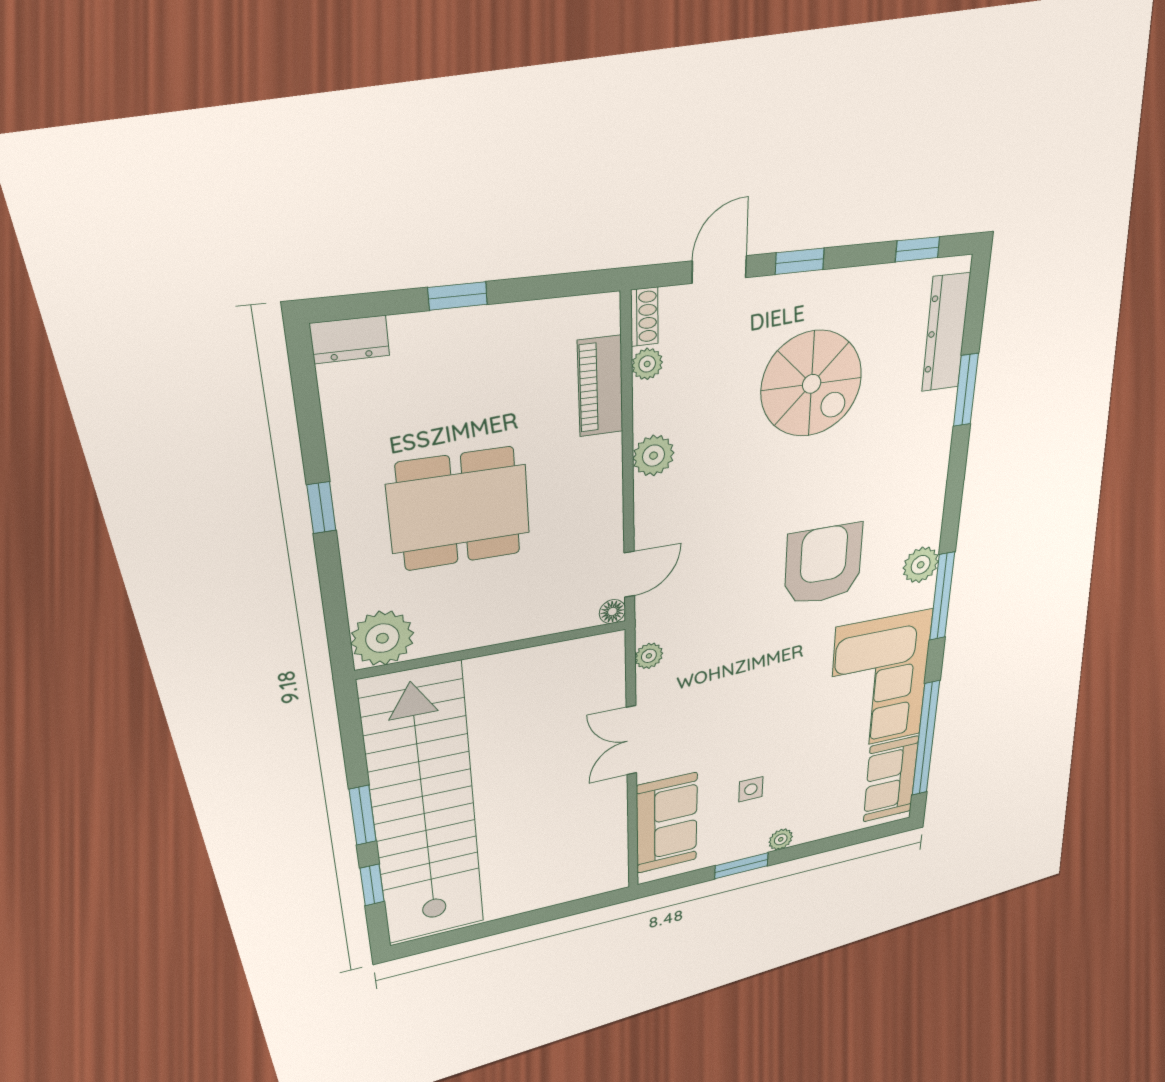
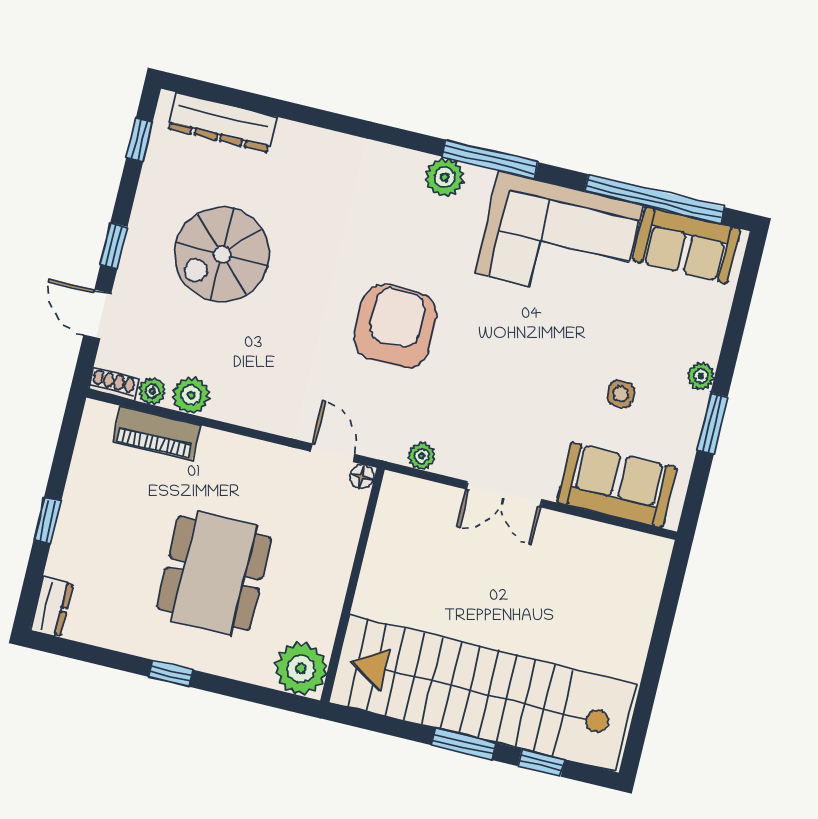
spiral stairs: (812, 384) -> (222, 254), turned 180
window: (966, 390) -> (283, 109), removed
plant: (654, 456) -> (191, 395), moved
armchair: (823, 565) -> (395, 326), moved, turned 90

